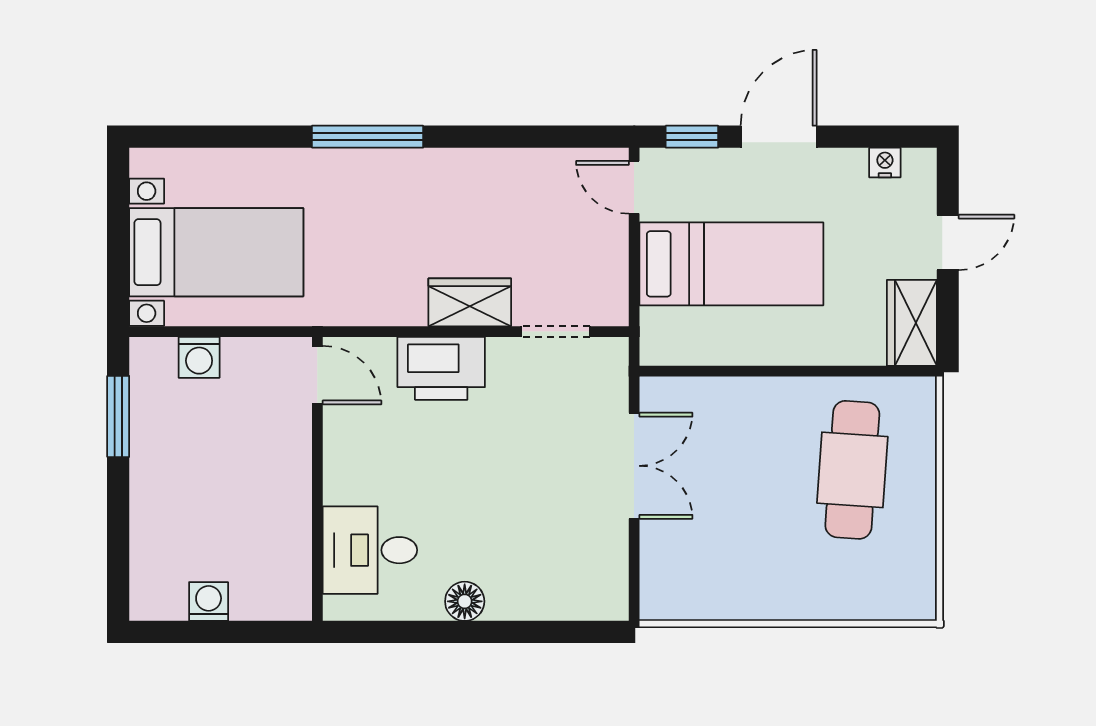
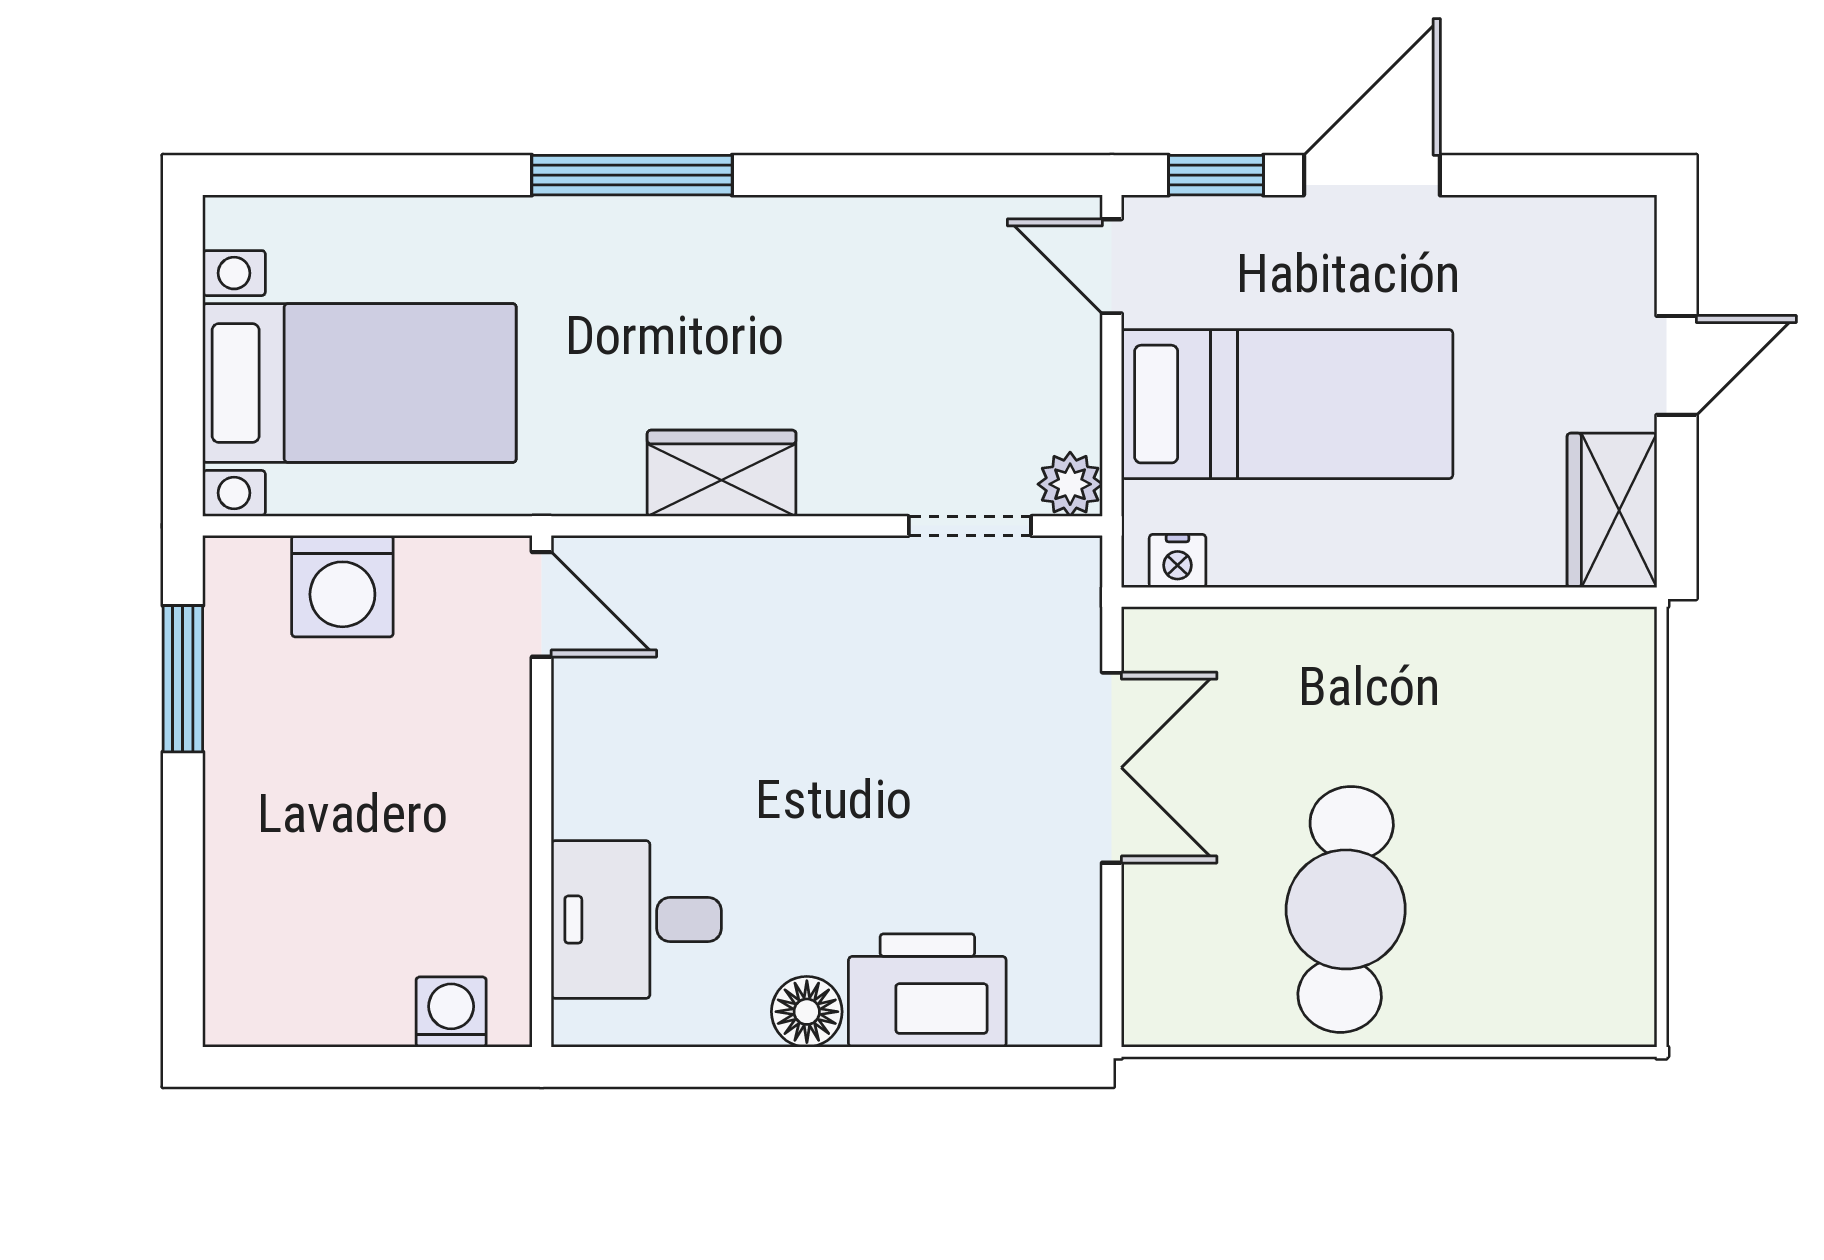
nightstand: (885, 163) -> (1178, 561), moved, turned 180
wardrobe: (470, 302) -> (722, 473), moved
plant: (611, 308) -> (1070, 484), added
washing machine: (199, 357) -> (342, 586), width x1.38, depth x1.38
printer: (441, 368) -> (927, 990), moved, turned 180
cafe table: (852, 470) -> (1346, 909), moved
washing machine: (209, 602) -> (451, 1012), moved

